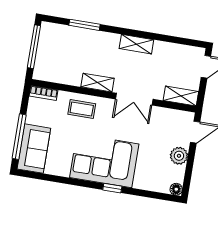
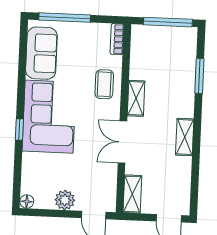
sofa: (34, 149) -> (41, 53), moved, turned -90

